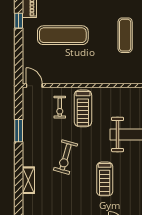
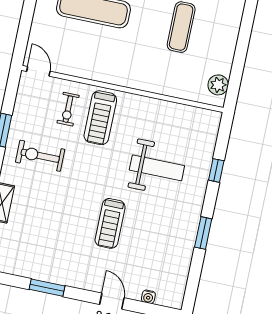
exercise bike: (66, 157) -> (40, 156), moved, turned 74

